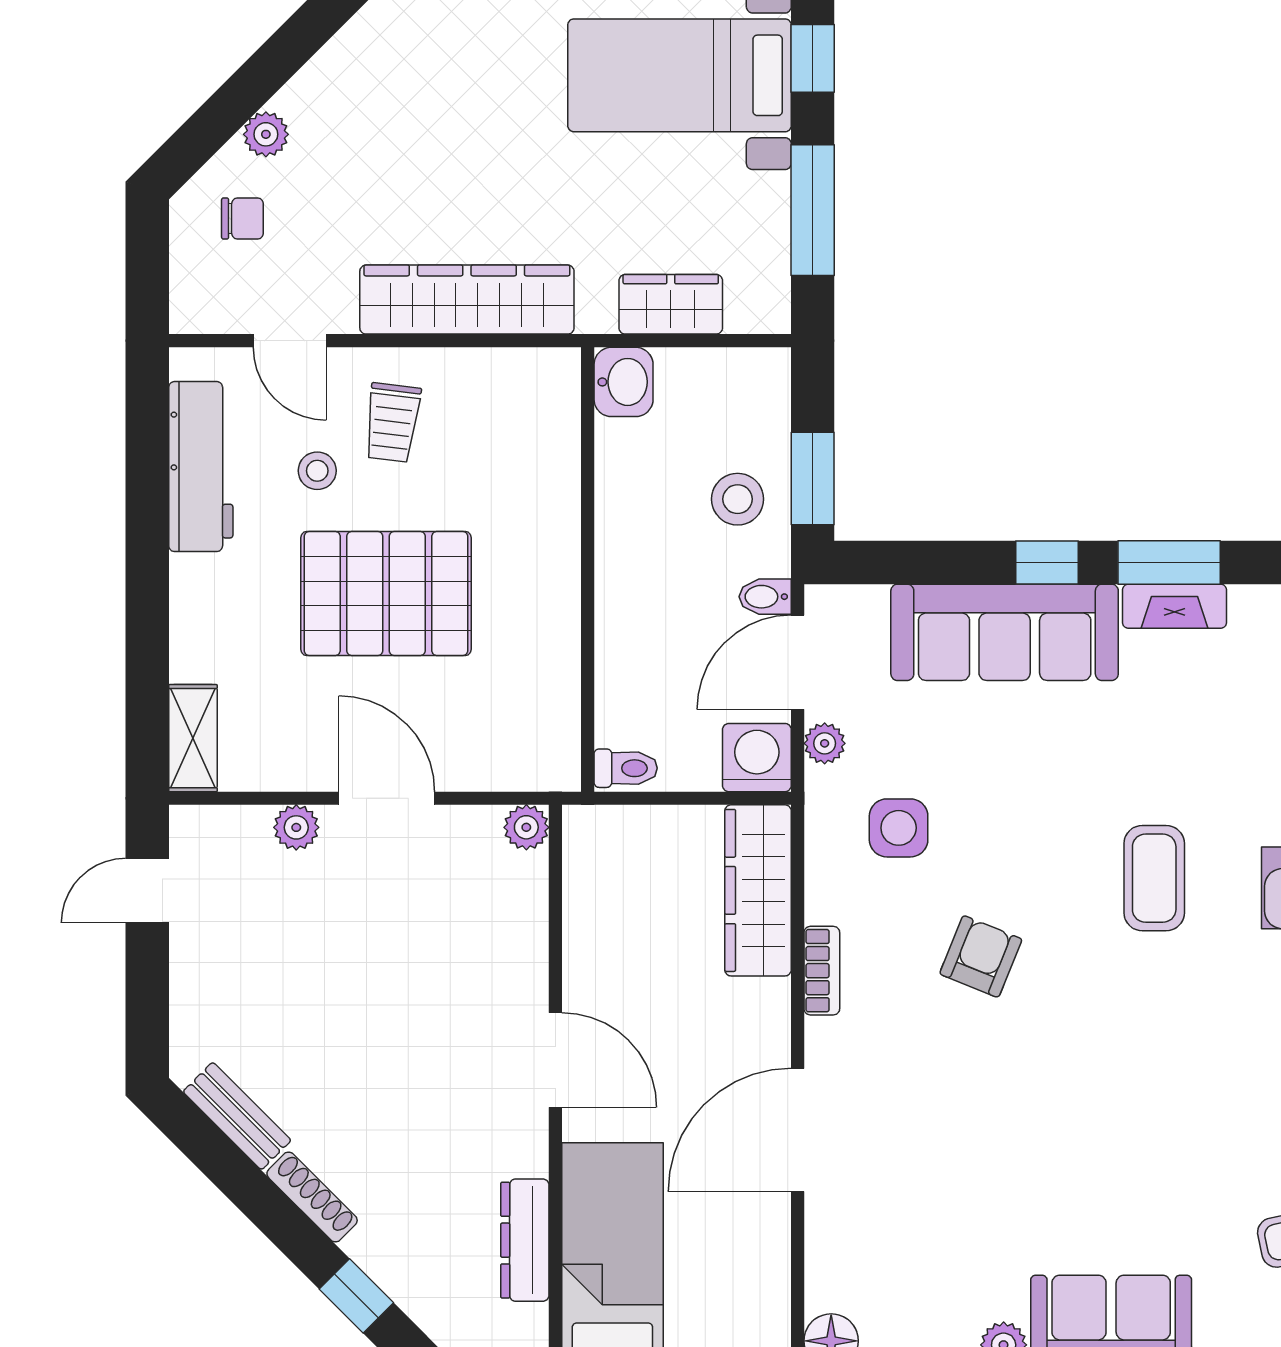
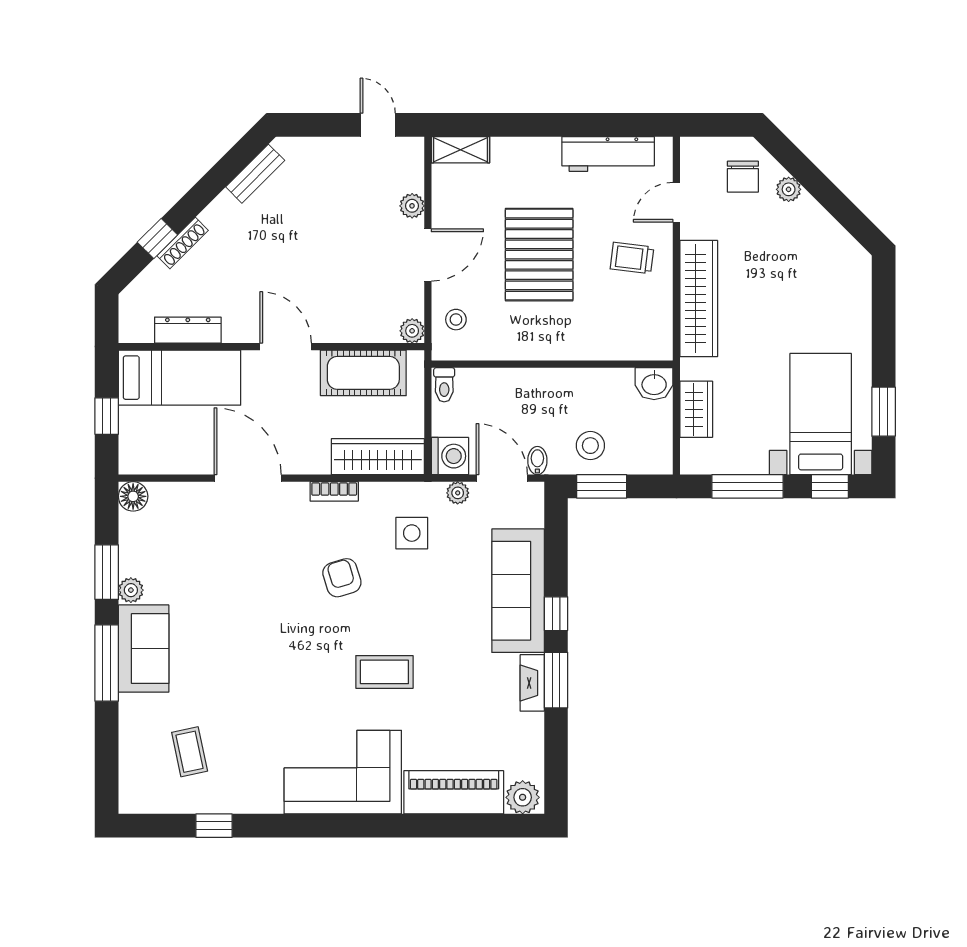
chair: (242, 219) -> (743, 177), width x1.37, depth x1.37
stool: (317, 471) -> (456, 320), moved
cot: (604, 917) -> (363, 373), added
armchair: (981, 956) -> (342, 578), turned -129
door: (555, 1060) -> (286, 347), swing flipped
shoe rack: (312, 1197) -> (183, 243), moved

